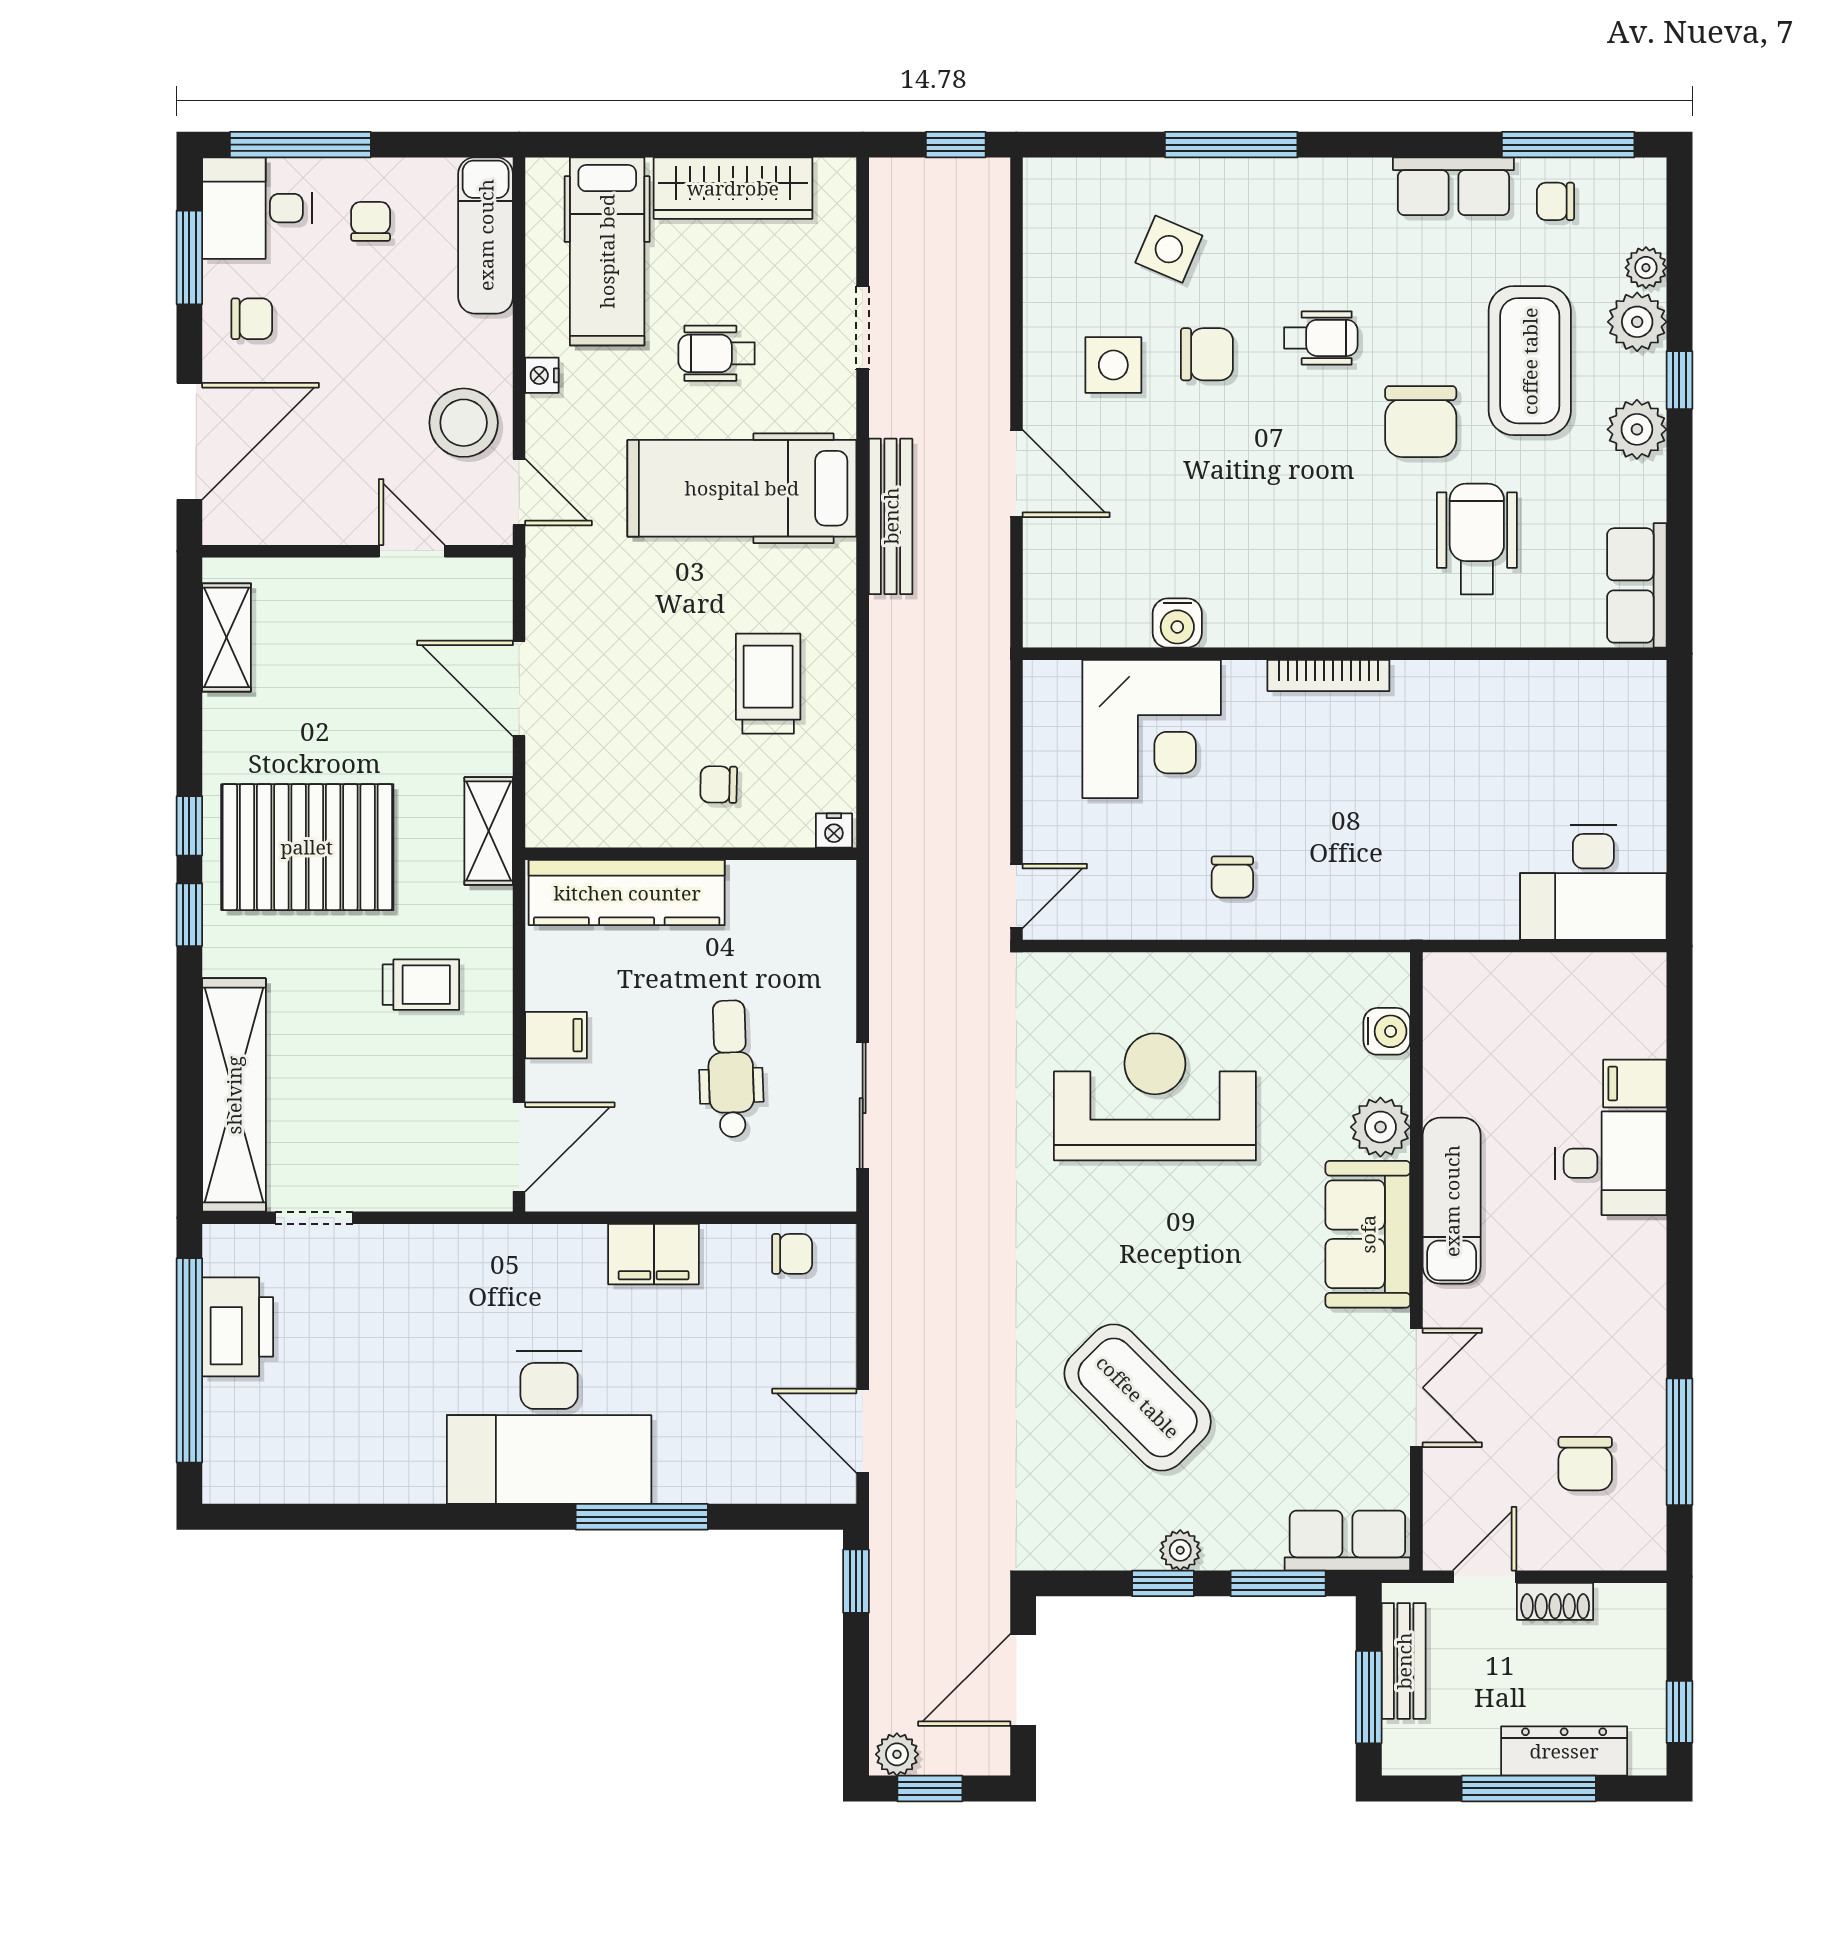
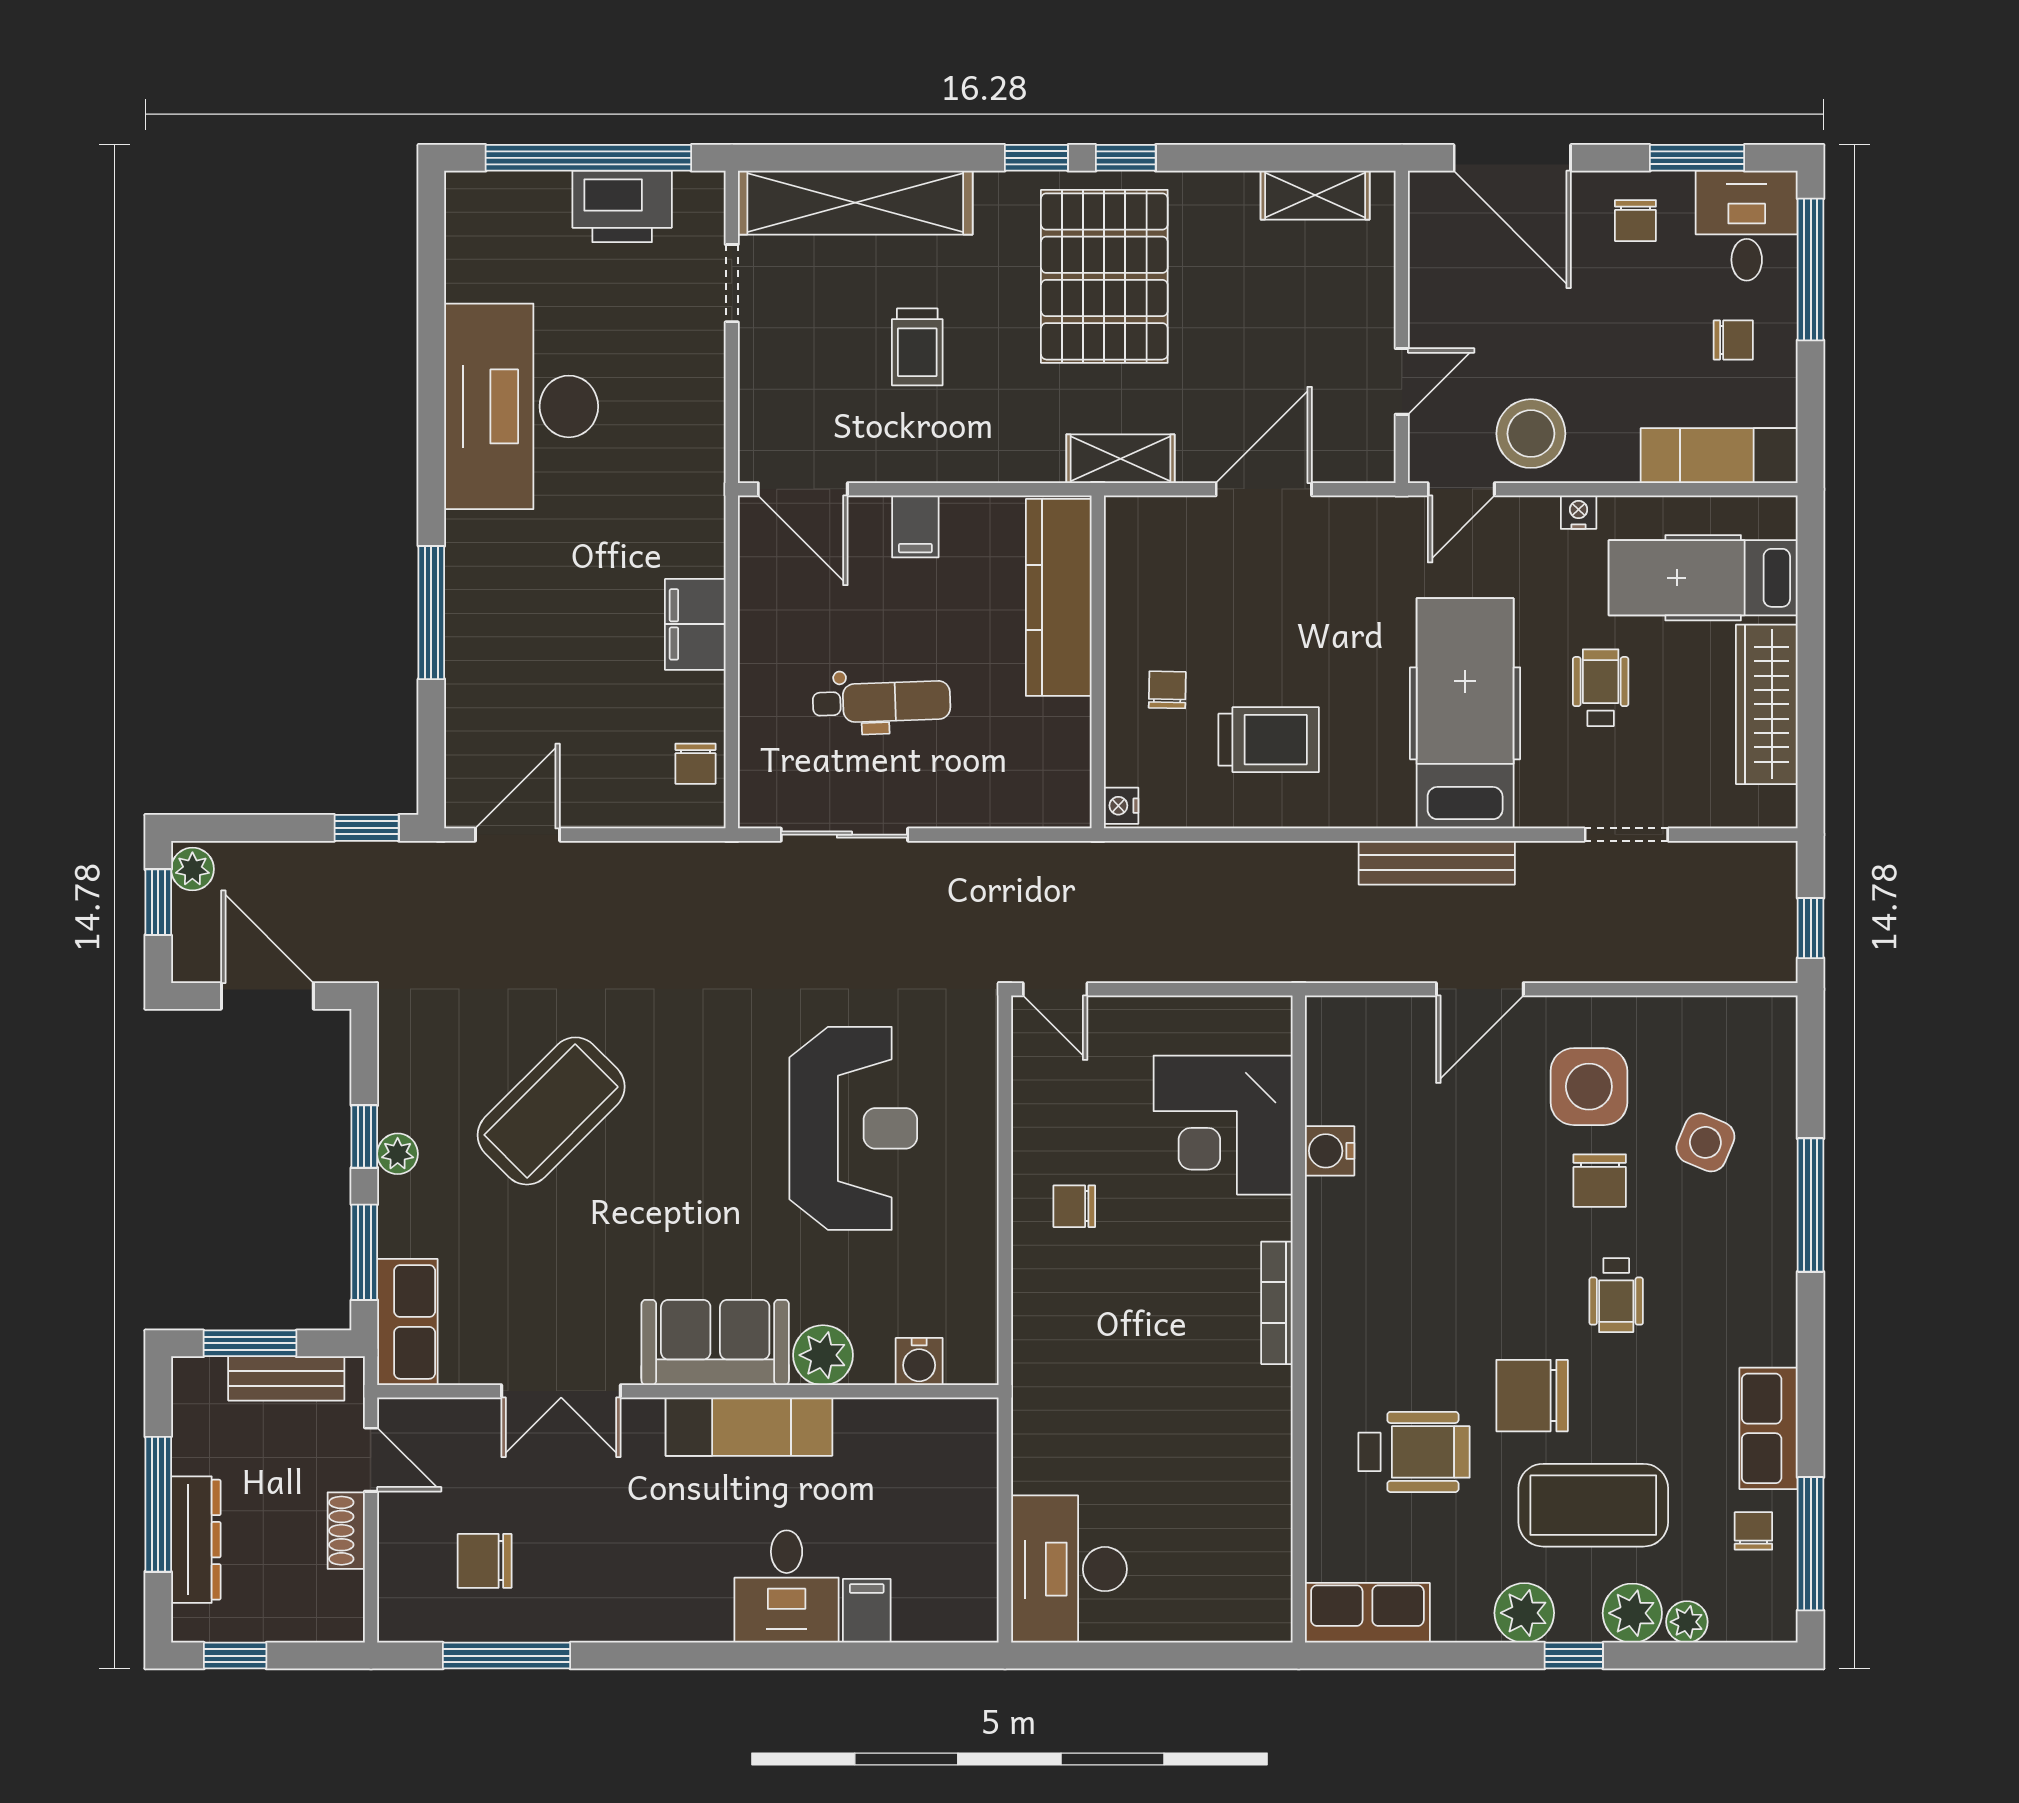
side table: (1113, 365) -> (1589, 1087), width x1.37, depth x1.37
trolley: (421, 985) -> (917, 347), moved
desk: (549, 1427) -> (521, 406), moved

